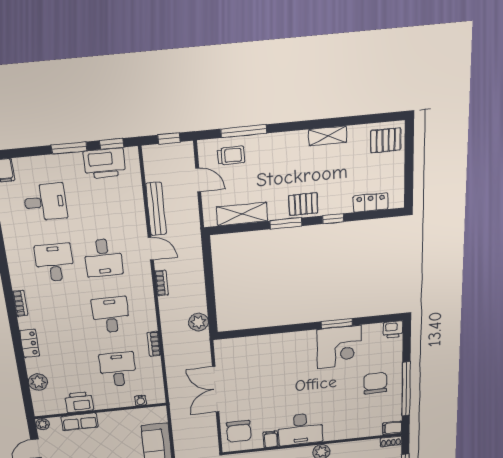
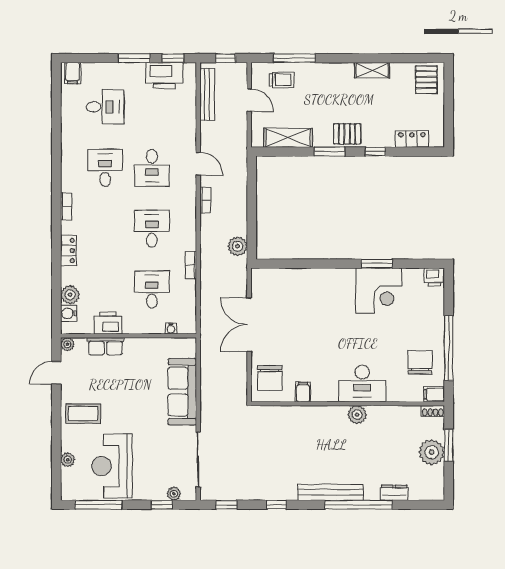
pallet: (386, 140) -> (426, 80), turned 90
bench: (156, 209) -> (207, 94), moved
chair: (375, 383) -> (420, 362), moved
water cooler: (39, 398) -> (69, 313), added
desk: (300, 429) -> (362, 384), moved

